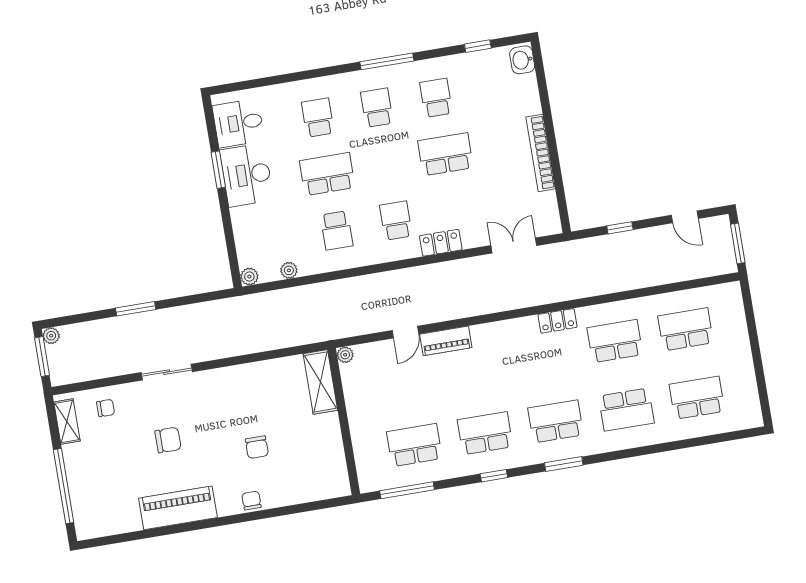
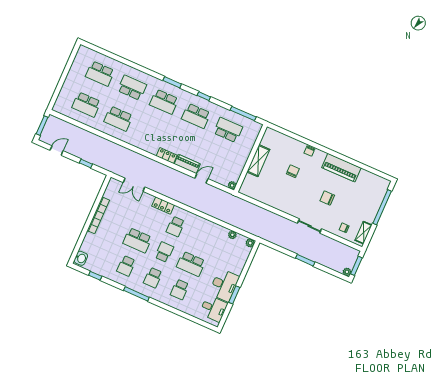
door: (685, 217) -> (57, 151), hinge flipped
school desk: (337, 231) -> (164, 252), moved
locker: (557, 321) -> (167, 156), moved
shelving: (320, 382) -> (258, 161), moved
school desk: (414, 445) -> (228, 130), turned 180

